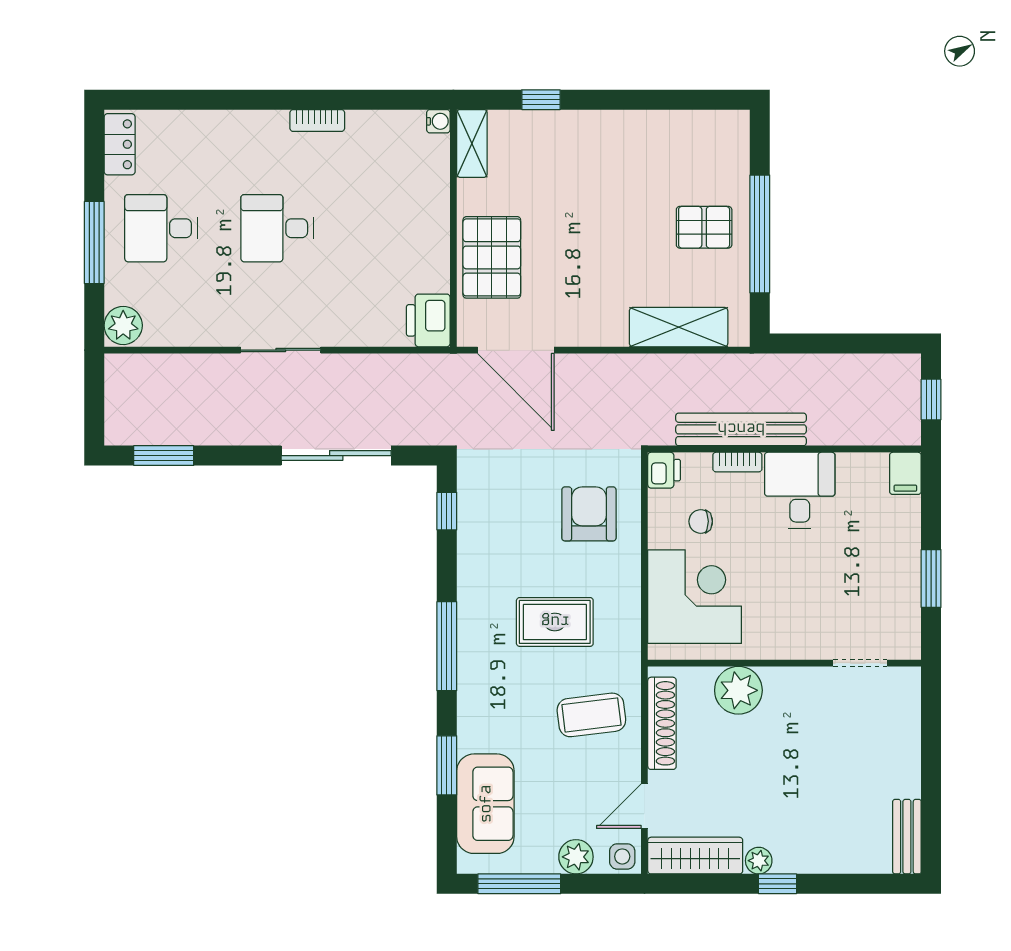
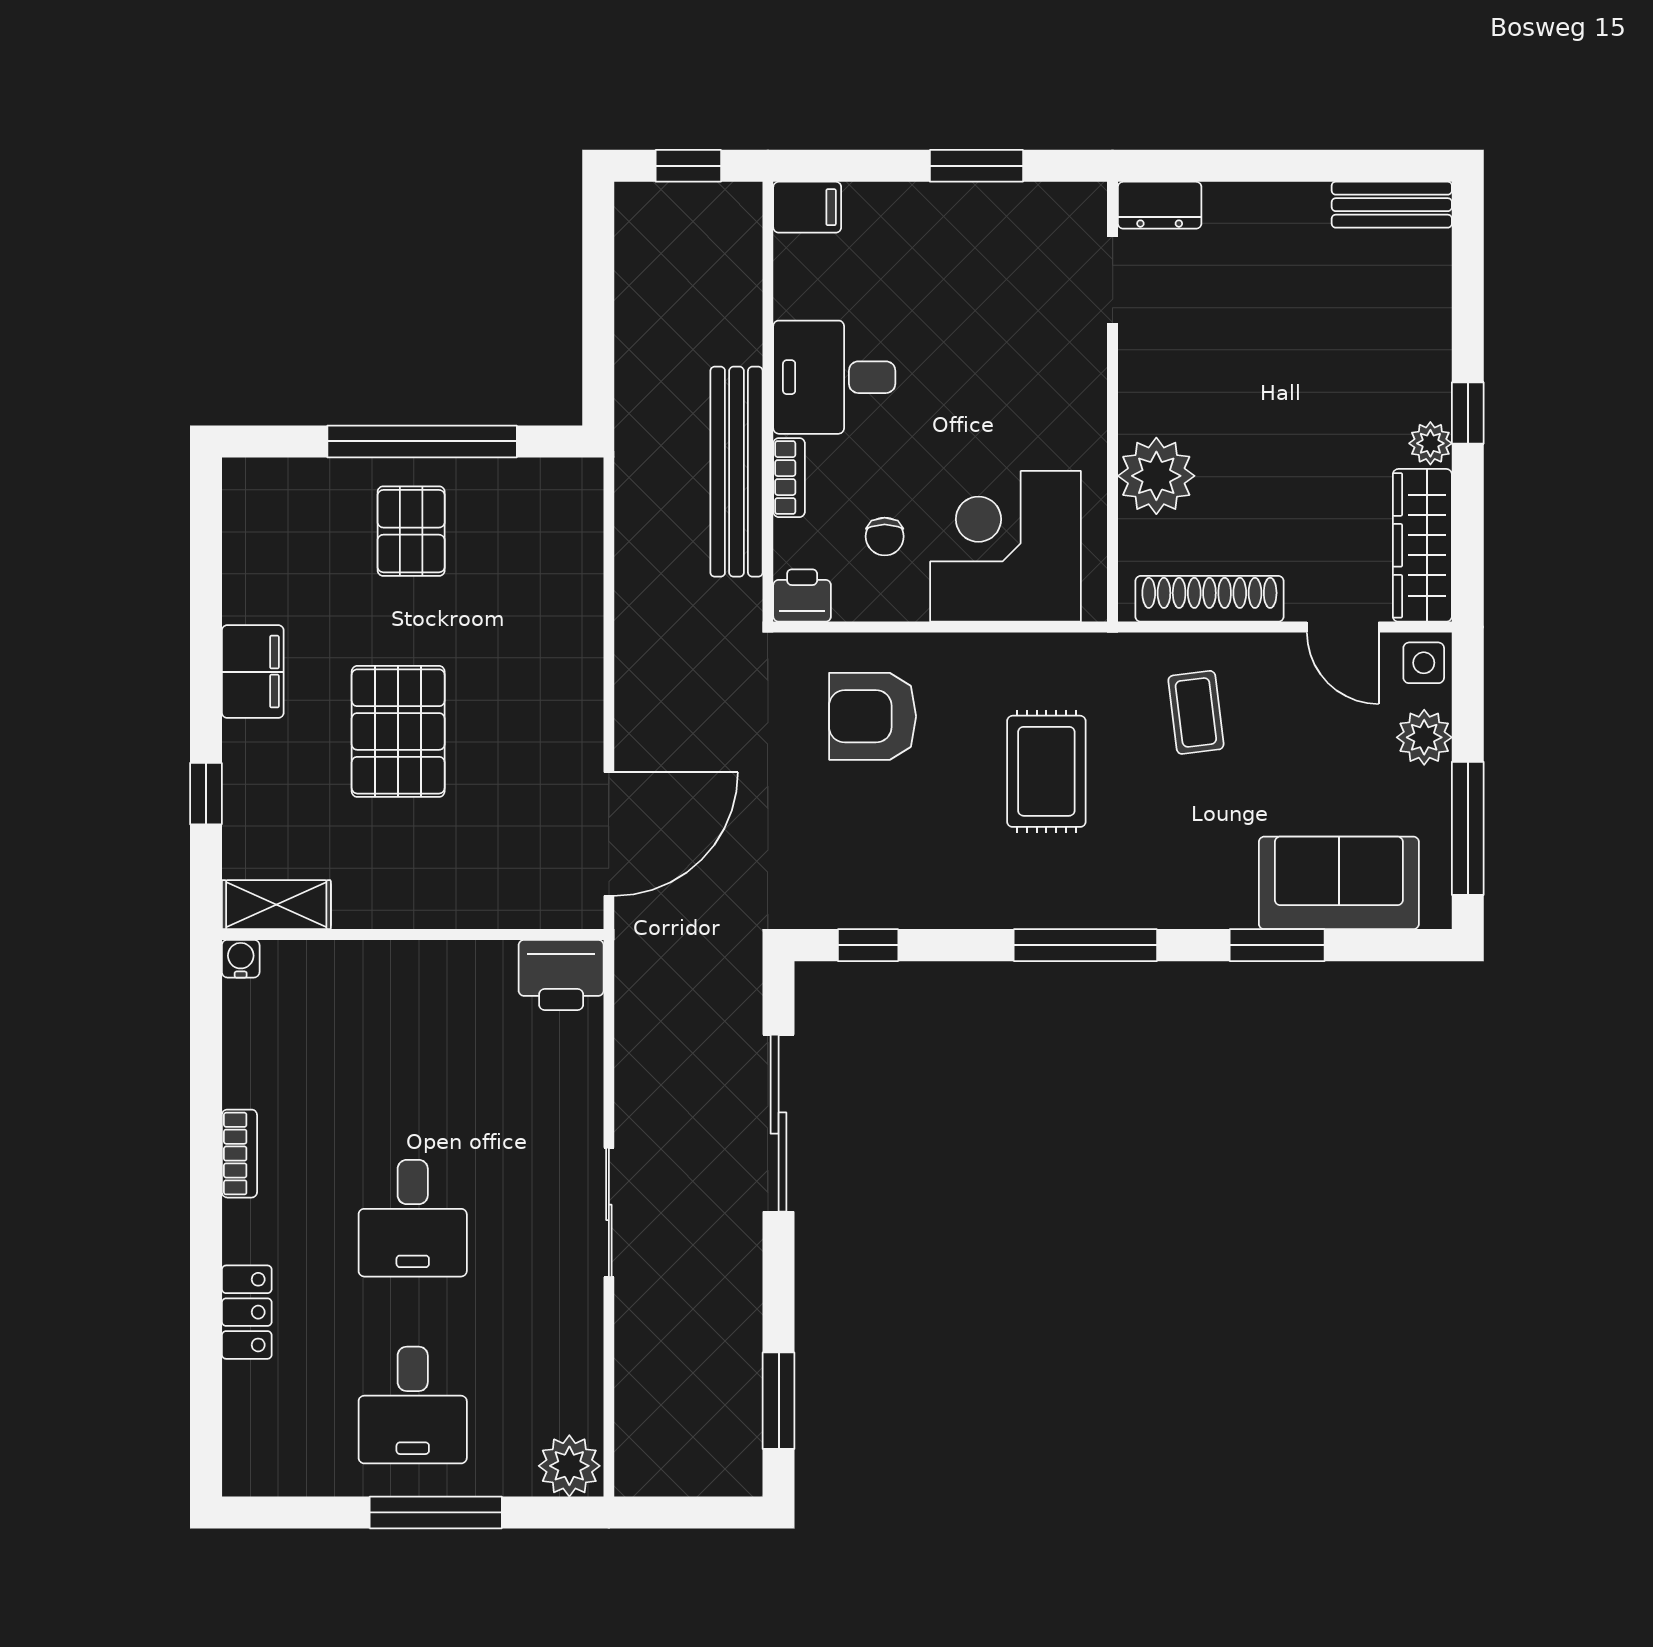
filing cabinet: (617, 129) -> (253, 672), added
locker: (120, 144) -> (247, 1312), moved, turned 90
pallet: (492, 257) -> (398, 731), moved, turned 90
shelving: (679, 327) -> (572, 572), removed
dresser: (907, 692) -> (1160, 205), added
coffee table: (591, 715) -> (1196, 712), width x0.73, depth x0.77

